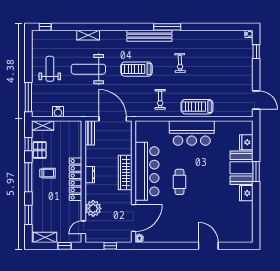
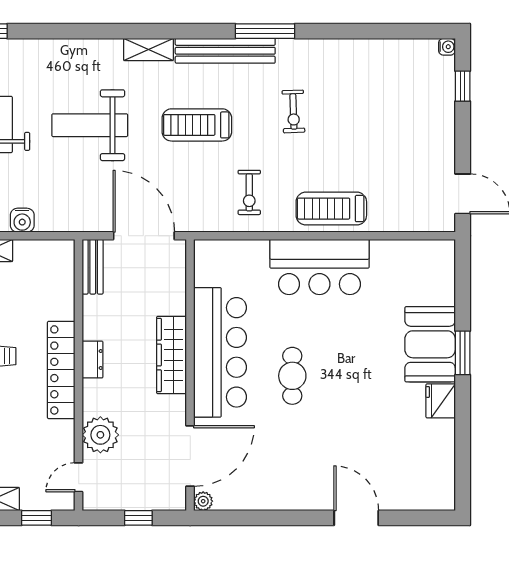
shelving: (88, 35) -> (148, 49), moved
fridge: (246, 142) -> (441, 288), removed

